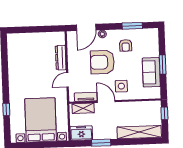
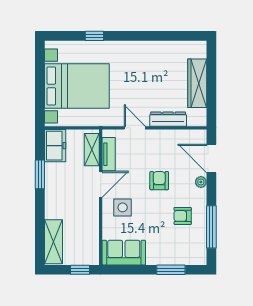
window: (132, 26) -> (211, 227), width x1.44
wardrobe: (36, 39) -> (197, 83), added
armchair: (102, 62) -> (159, 181), width x0.53, depth x0.53
window: (163, 65) -> (171, 270), moved
sofa: (151, 72) -> (124, 253), moved
shelving: (139, 132) -> (53, 242), width x0.68

